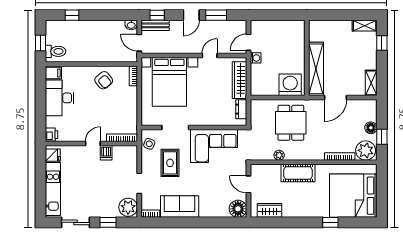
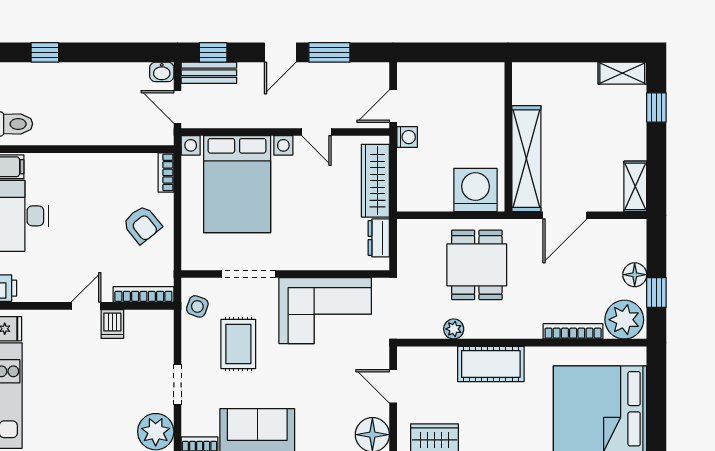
door: (210, 55) -> (316, 132), swing flipped
armchair: (104, 80) -> (142, 224), moved

